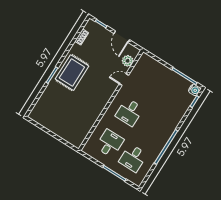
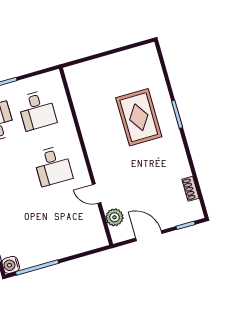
rug: (72, 73) -> (139, 117), moved
door: (124, 79) -> (97, 194), swing flipped
desk: (129, 112) -> (53, 166), turned 180

